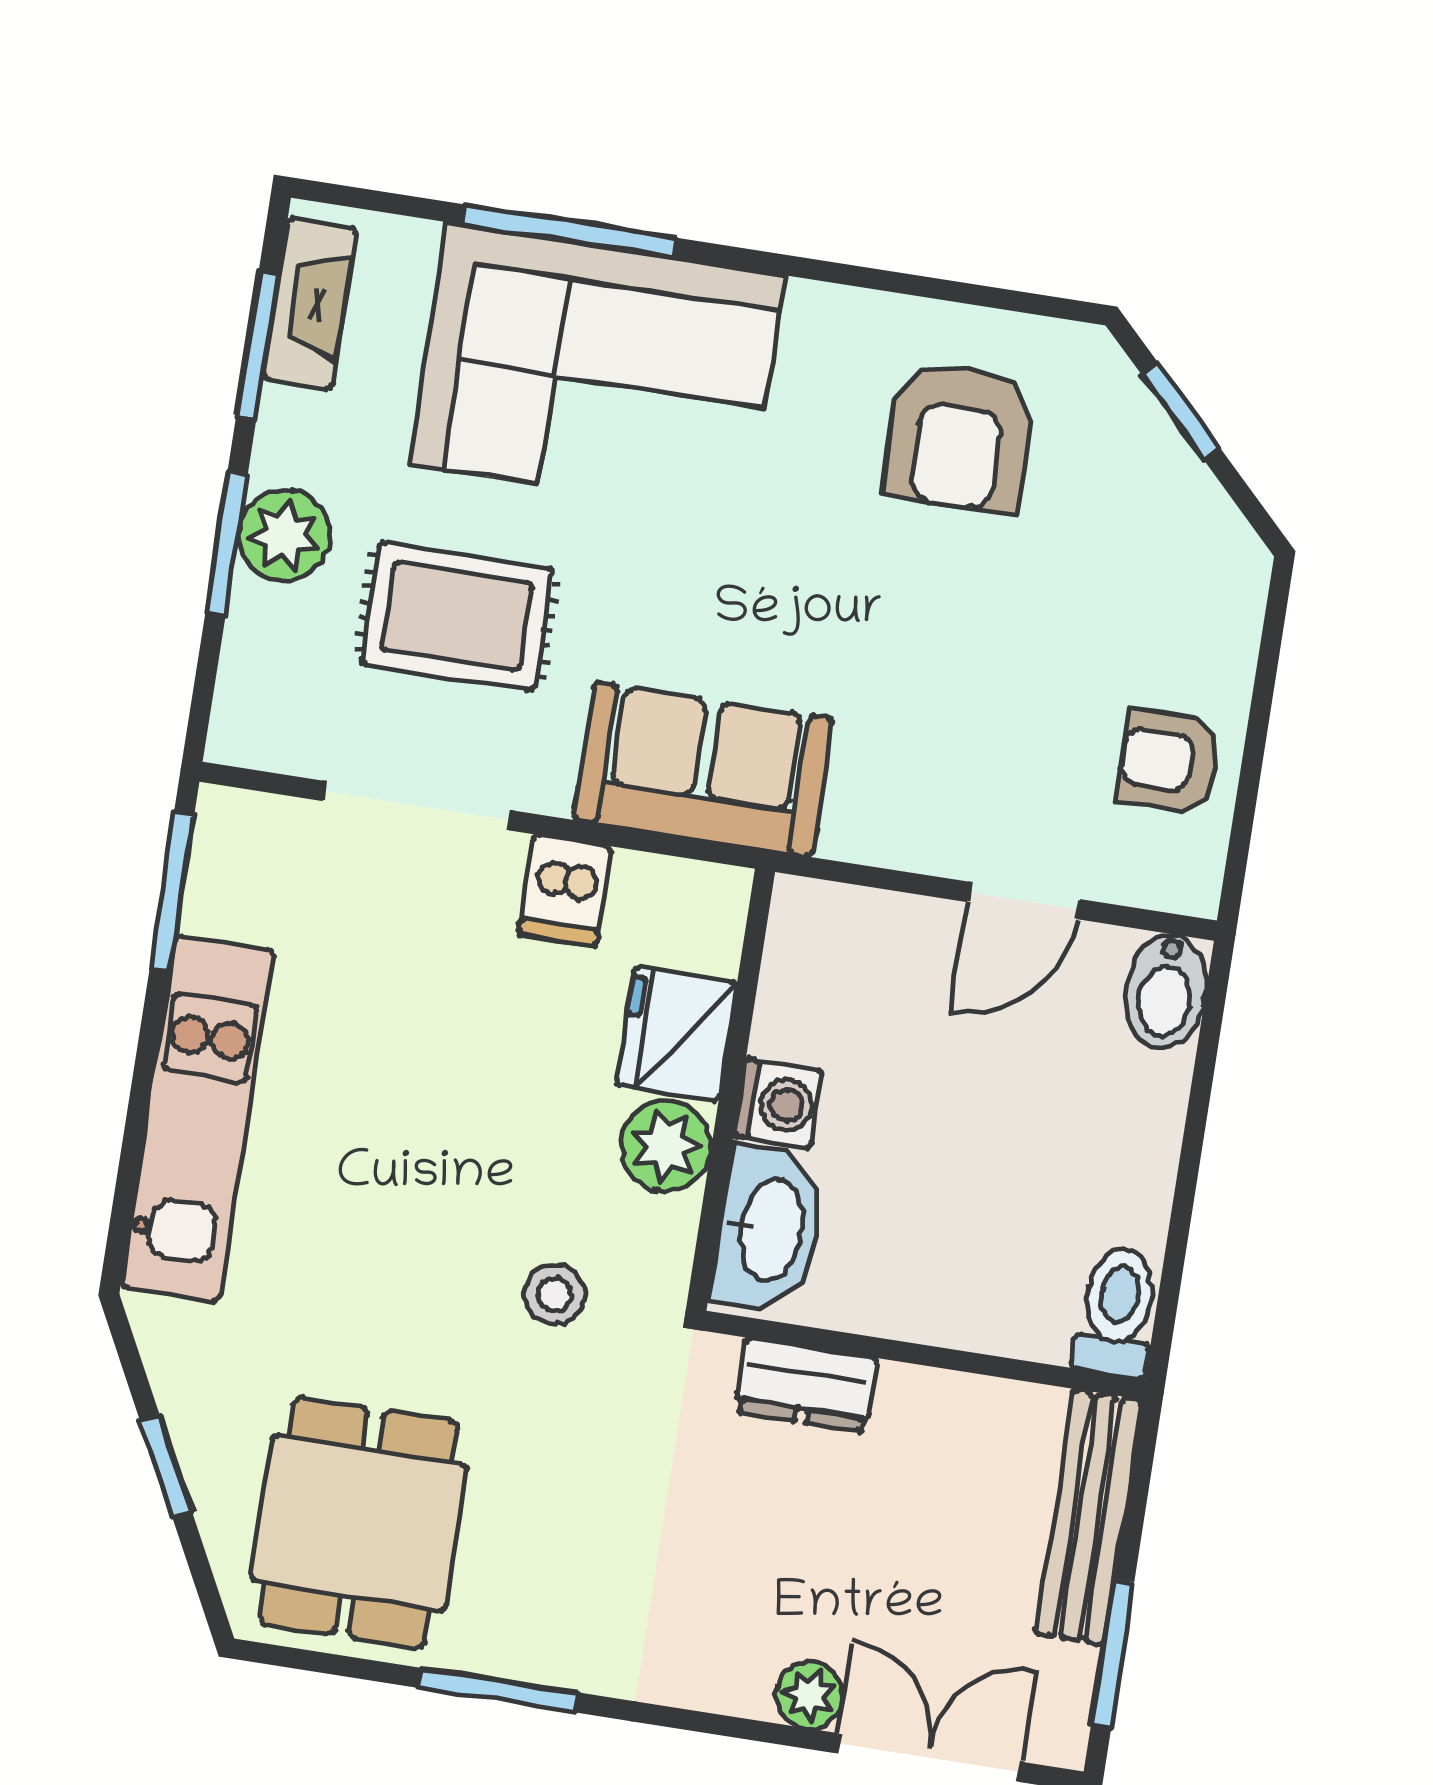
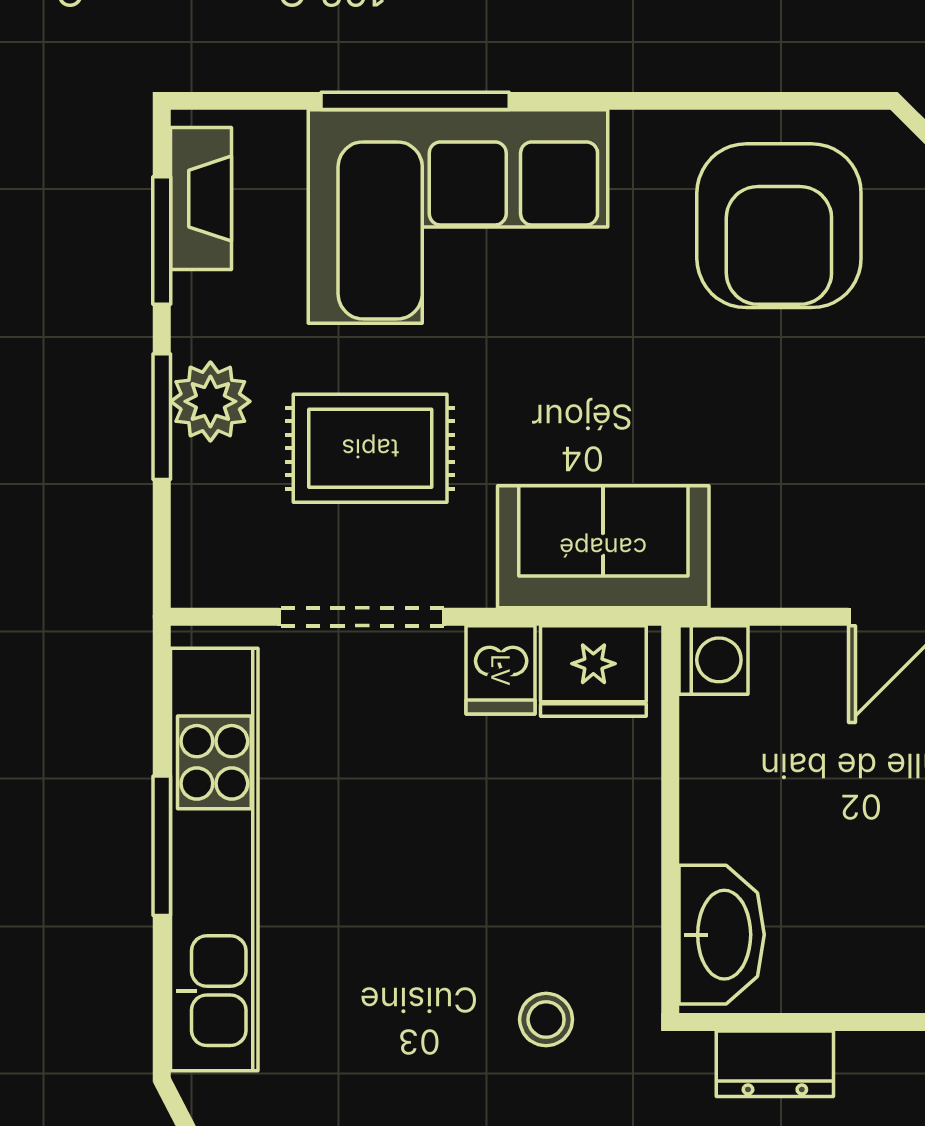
armchair: (959, 437) -> (779, 226), width x1.36, depth x1.36
window: (172, 892) -> (162, 846), moved
fridge: (676, 1034) -> (593, 671), moved, turned -90
washing machine: (779, 1104) -> (713, 660), moved
kitchen unit: (197, 1118) -> (214, 860), width x1.36
plant: (666, 1146) -> (622, 877), removed

